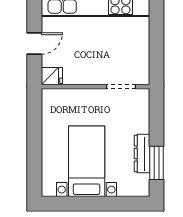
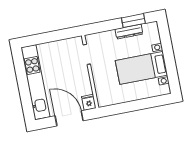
door: (34, 44) -> (69, 118), width x1.87

